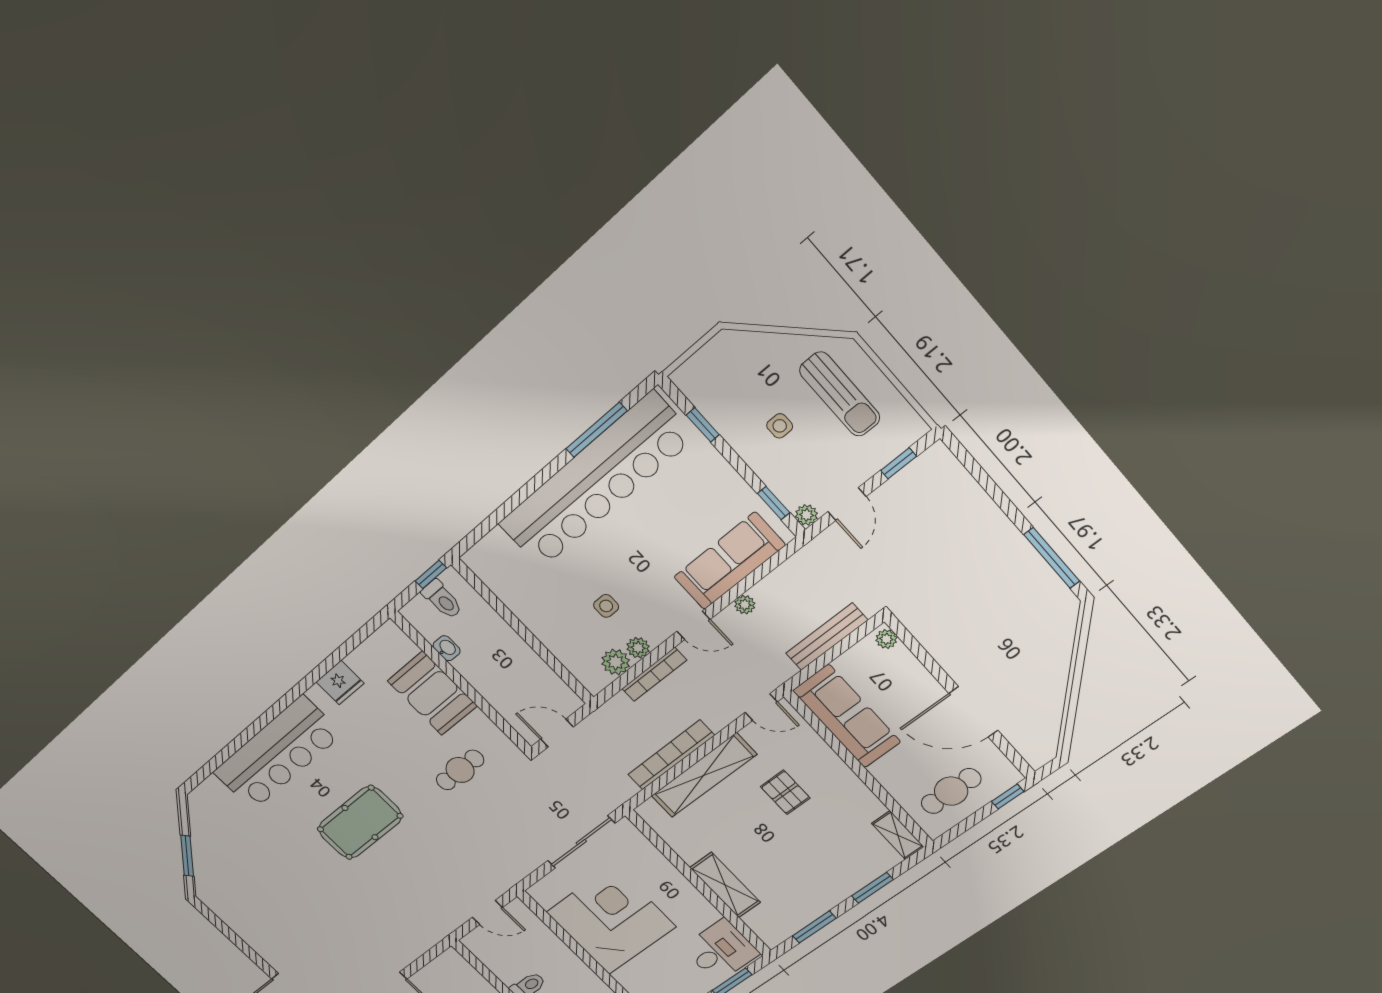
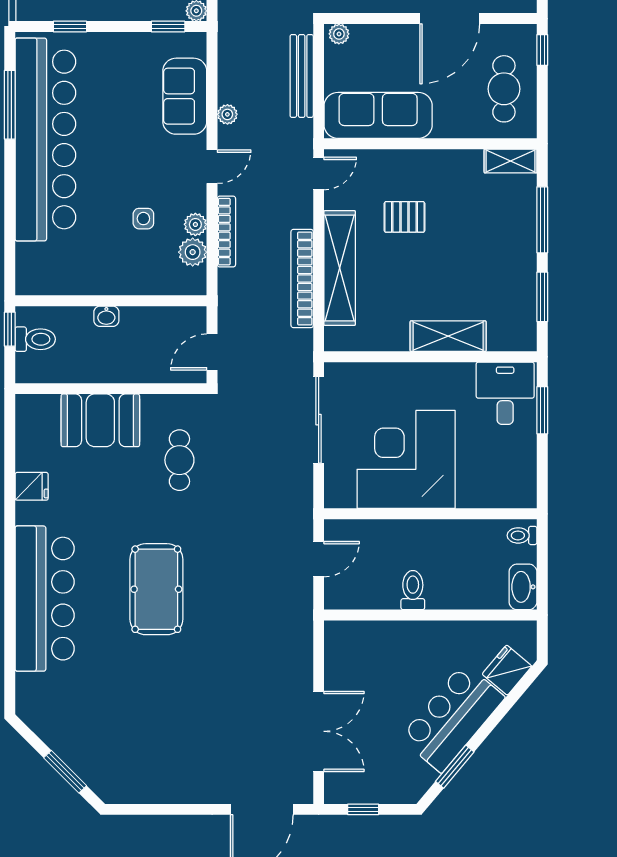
sofa: (729, 561) -> (185, 96), width x0.73
washbasin: (447, 648) -> (106, 316), moved, turned 180
fridge: (340, 683) -> (32, 486), width x0.72
window: (872, 888) -> (542, 220), width x1.44

